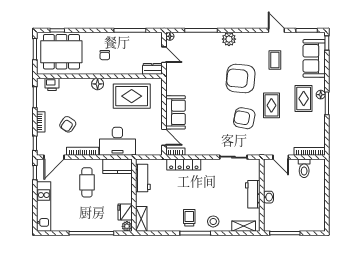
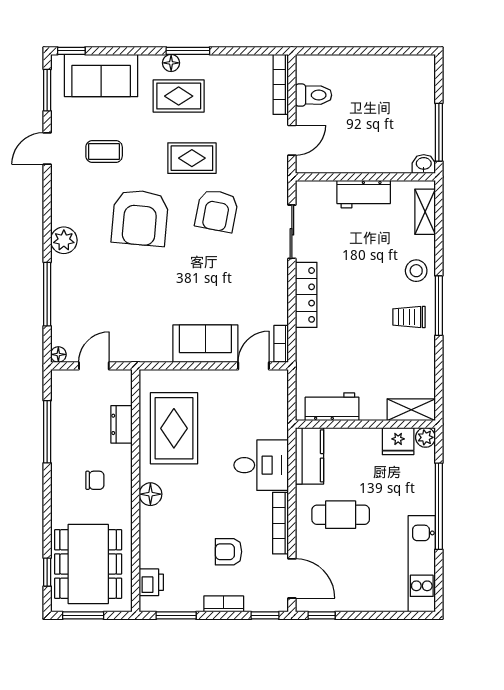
dresser: (152, 69) -> (122, 424), moved
armchair: (68, 124) -> (229, 552), turned 146
desk: (117, 141) -> (261, 465), width x0.73
locker: (184, 165) -> (306, 295), moved
washbasin: (268, 197) -> (424, 164), moved
kitchen unit: (44, 206) -> (422, 564), moved, turned -90

